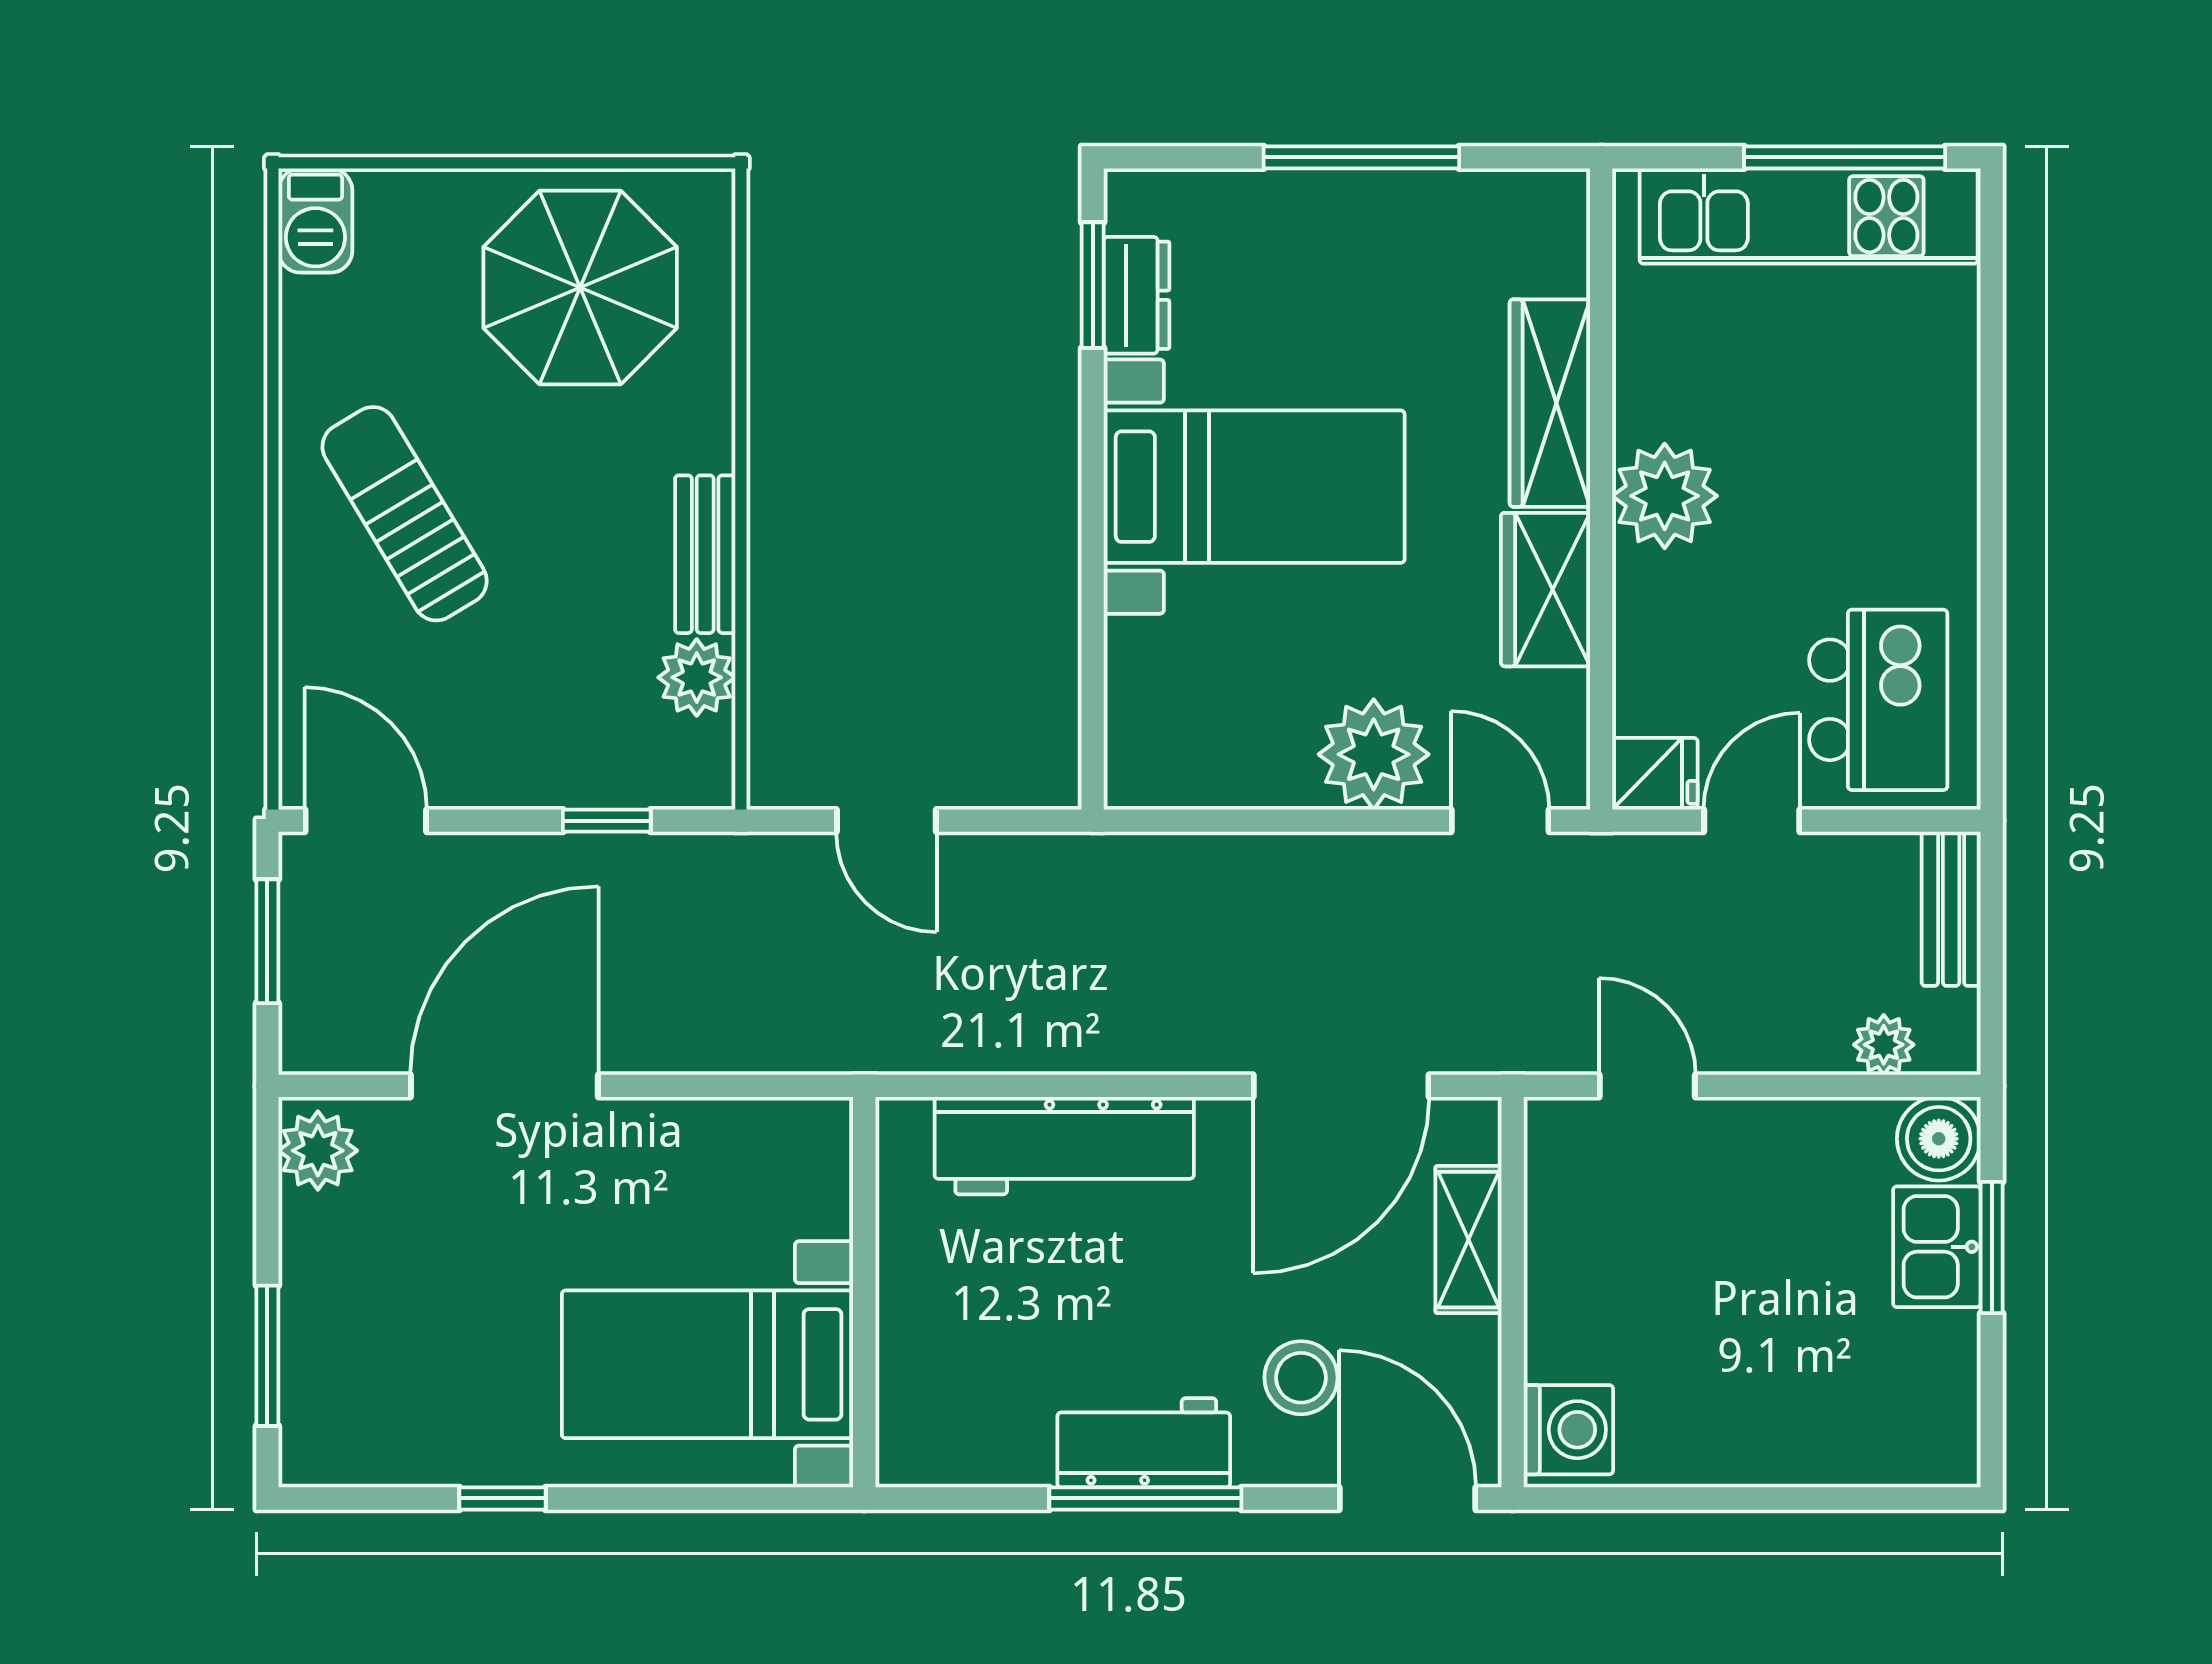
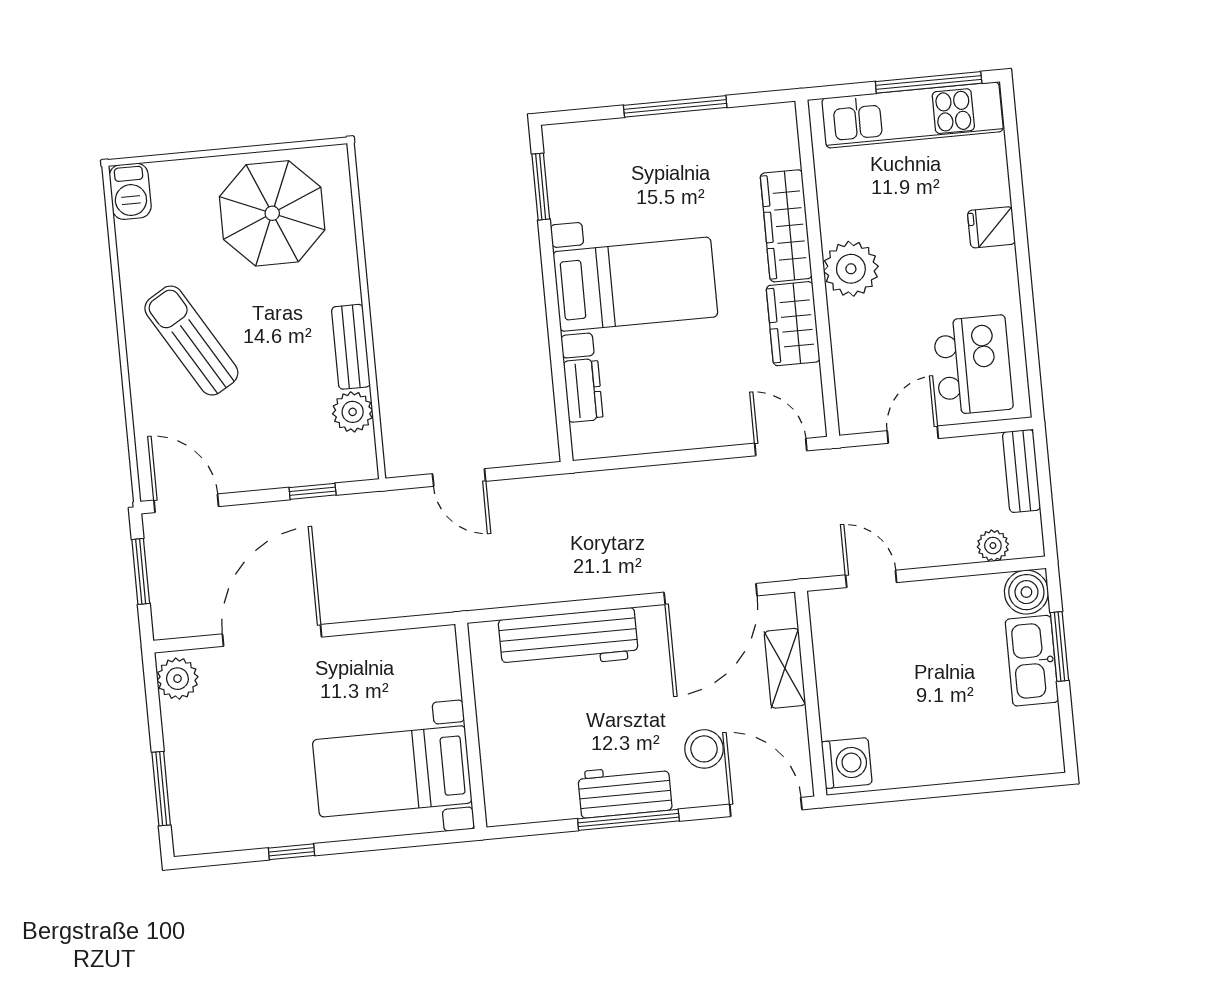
dresser: (1137, 295) -> (583, 390), moved
plant: (1374, 754) -> (711, 419), removed
fridge: (1655, 774) -> (991, 227), moved, turned 180
kitchen sink: (1937, 1247) -> (1032, 661), width x1.38

